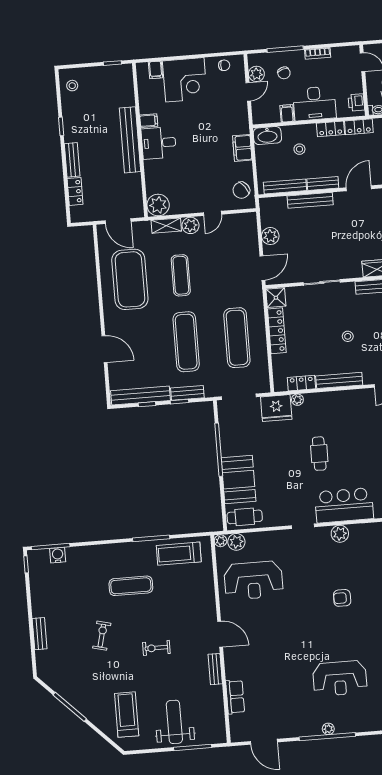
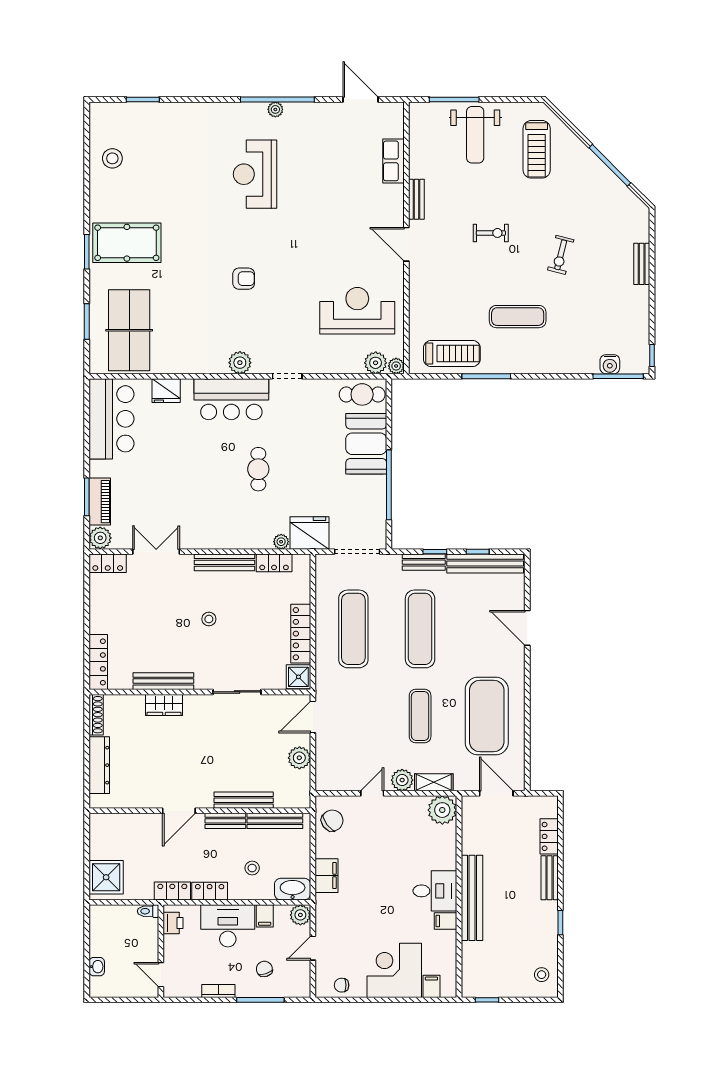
plant: (256, 74) -> (300, 915), moved
reception desk: (340, 678) -> (255, 174), turned -90

